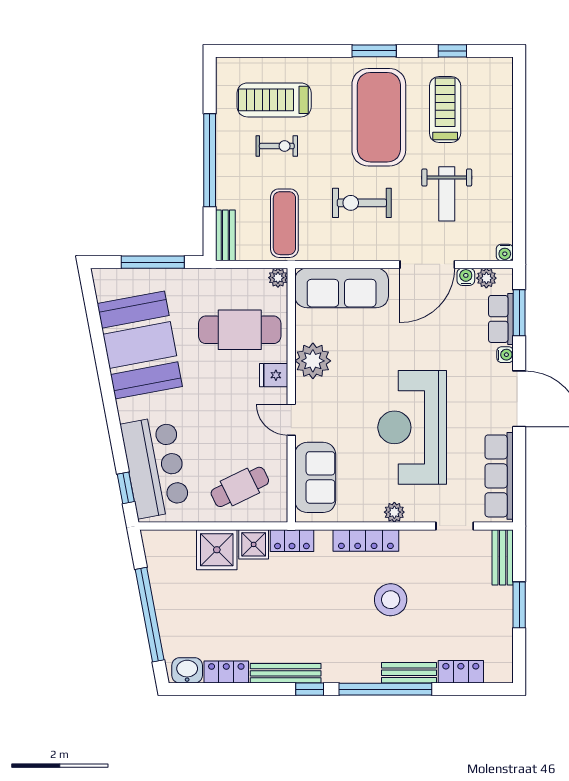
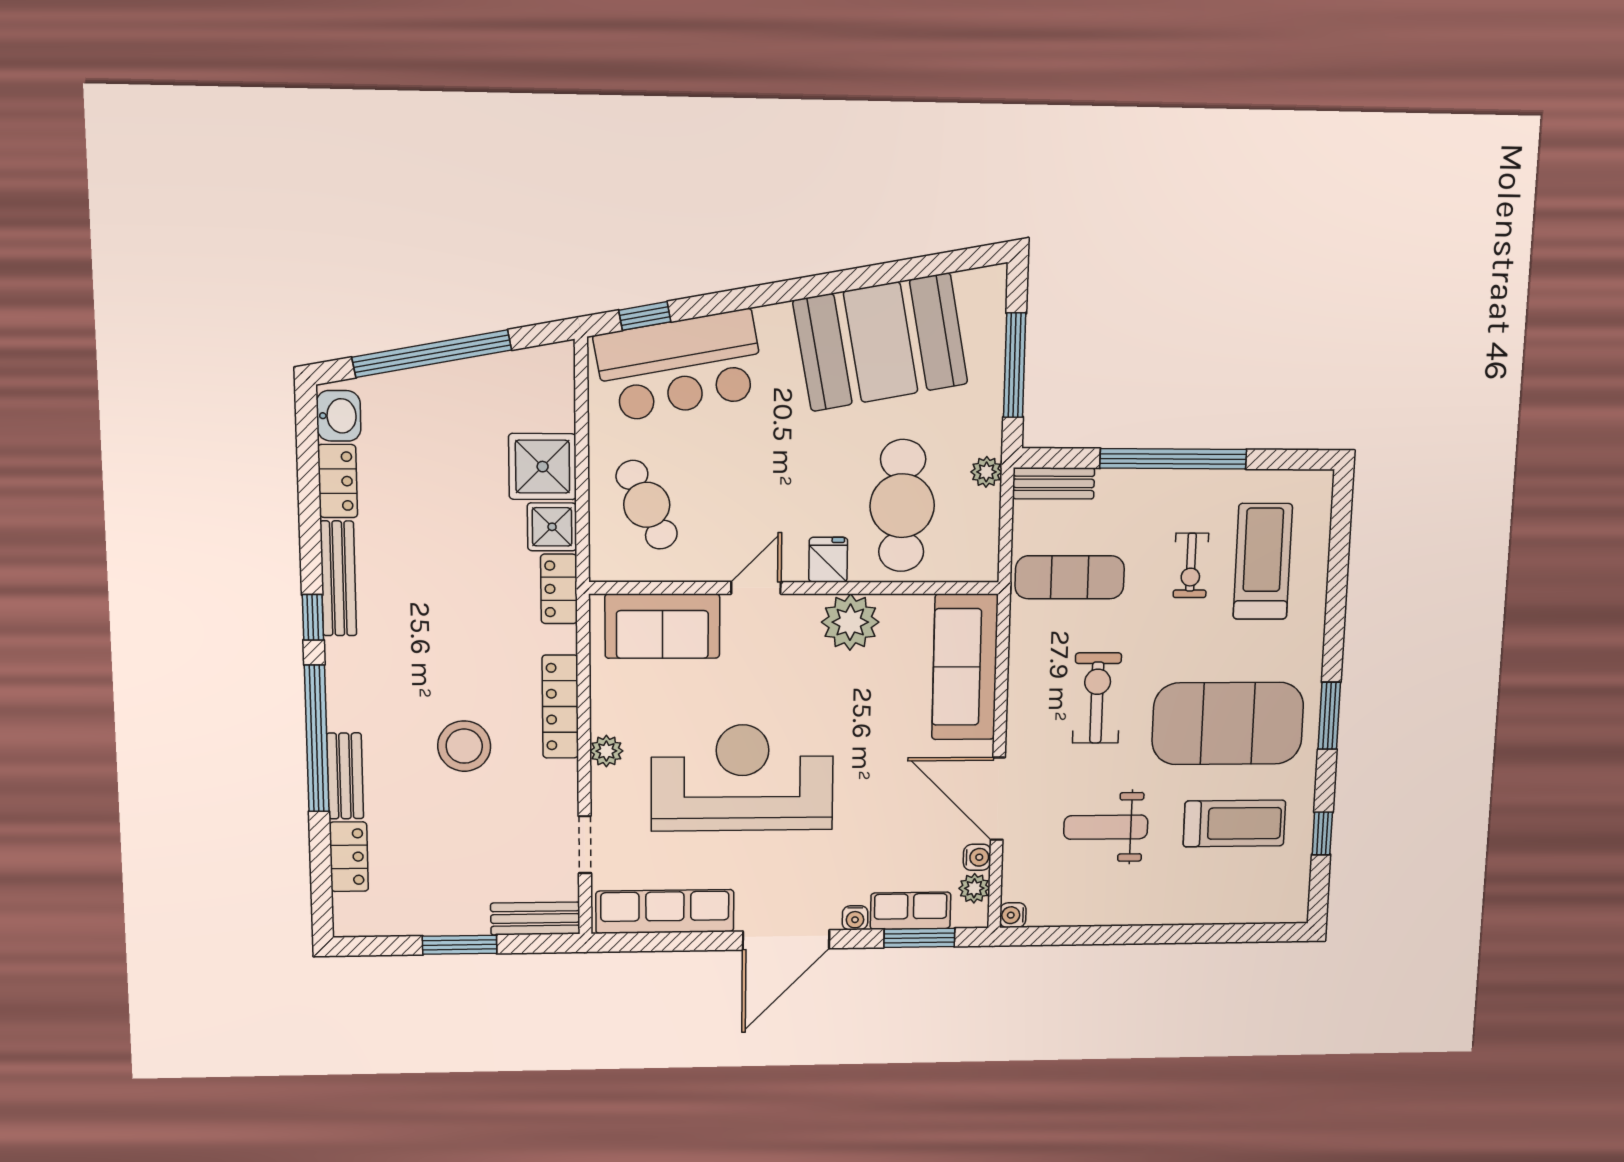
plant: (278, 278) -> (986, 472), moved

